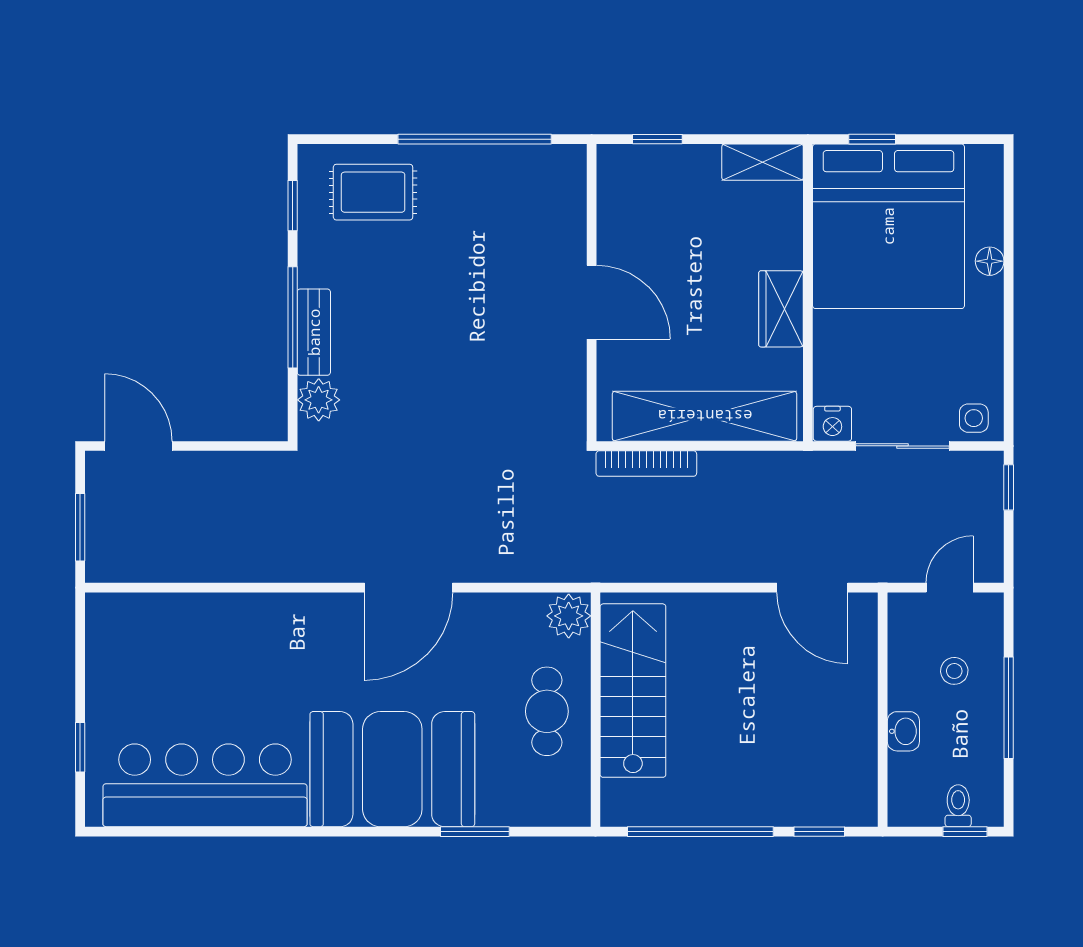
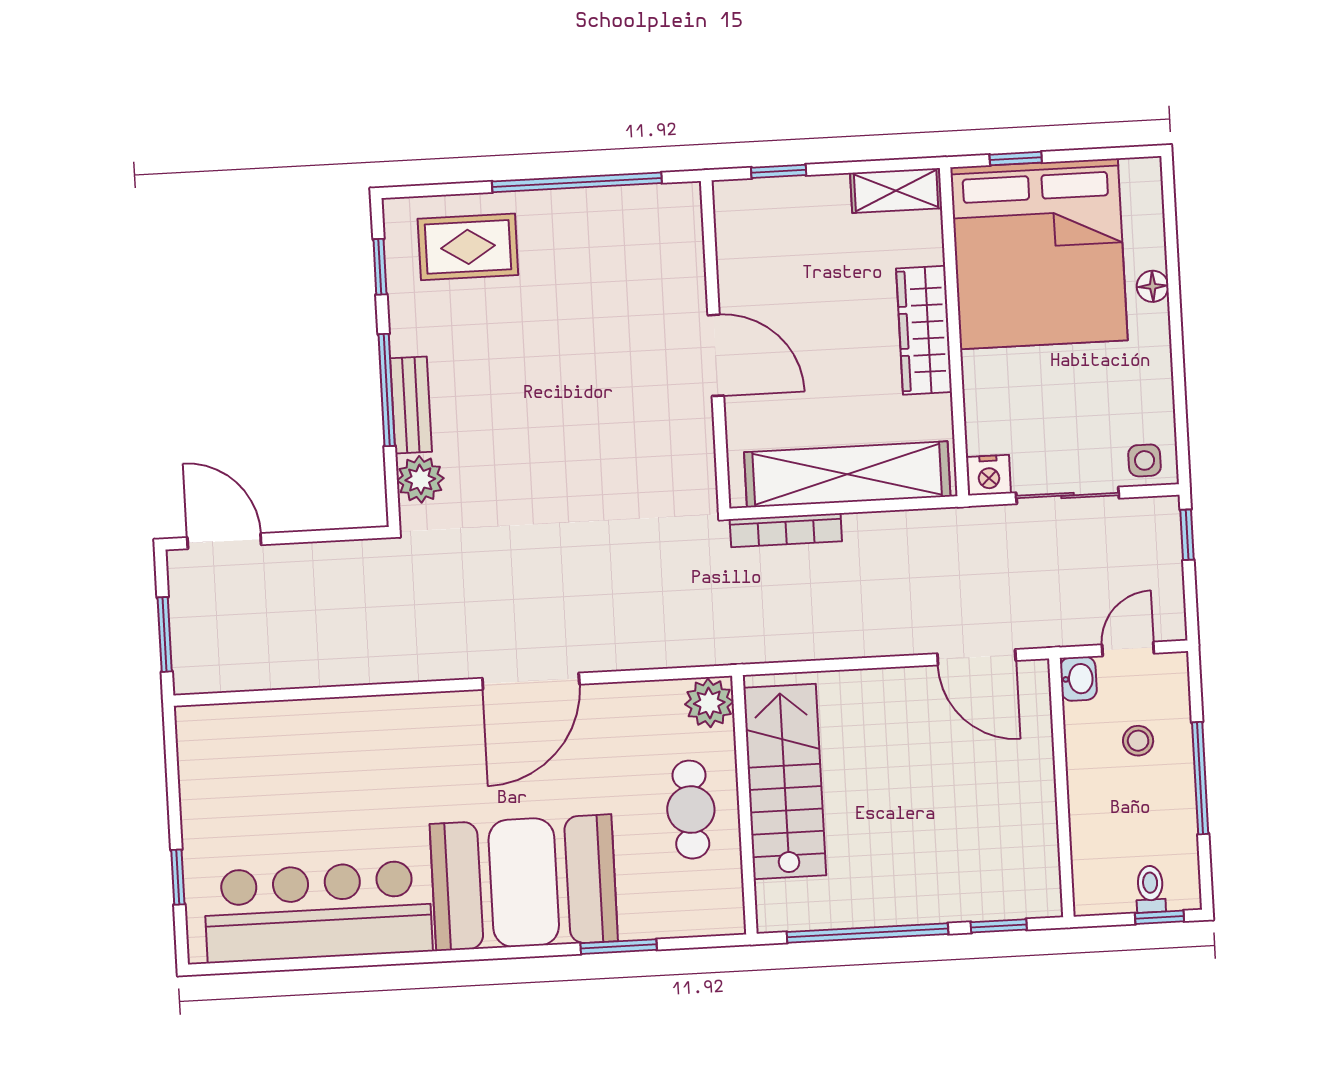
wardrobe: (781, 309) -> (924, 330), width x1.50
washbasin: (903, 731) -> (1078, 679), moved

